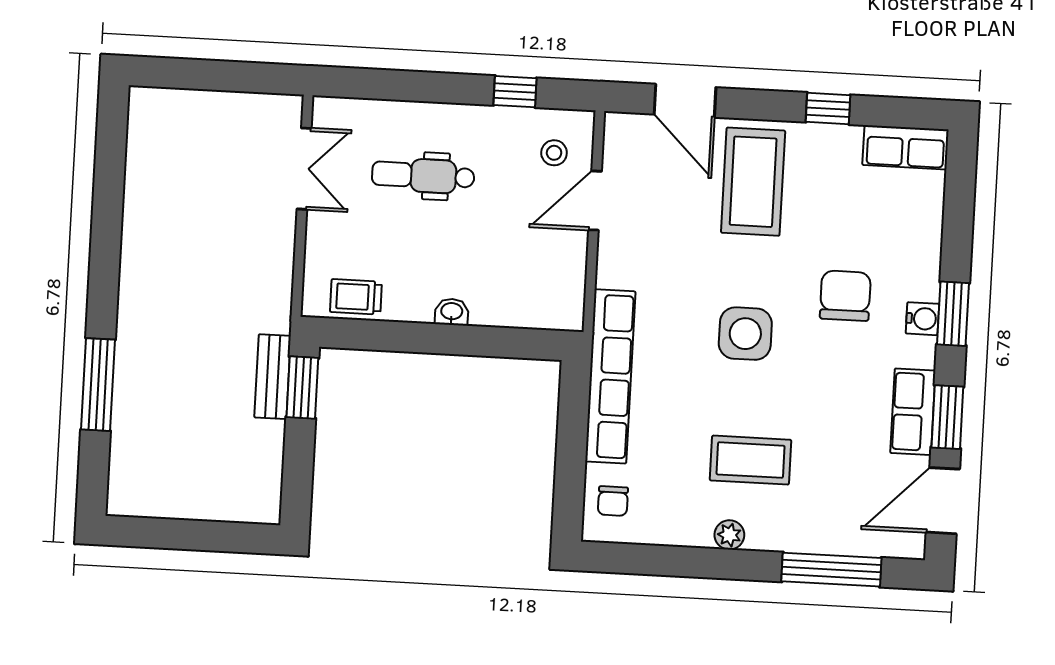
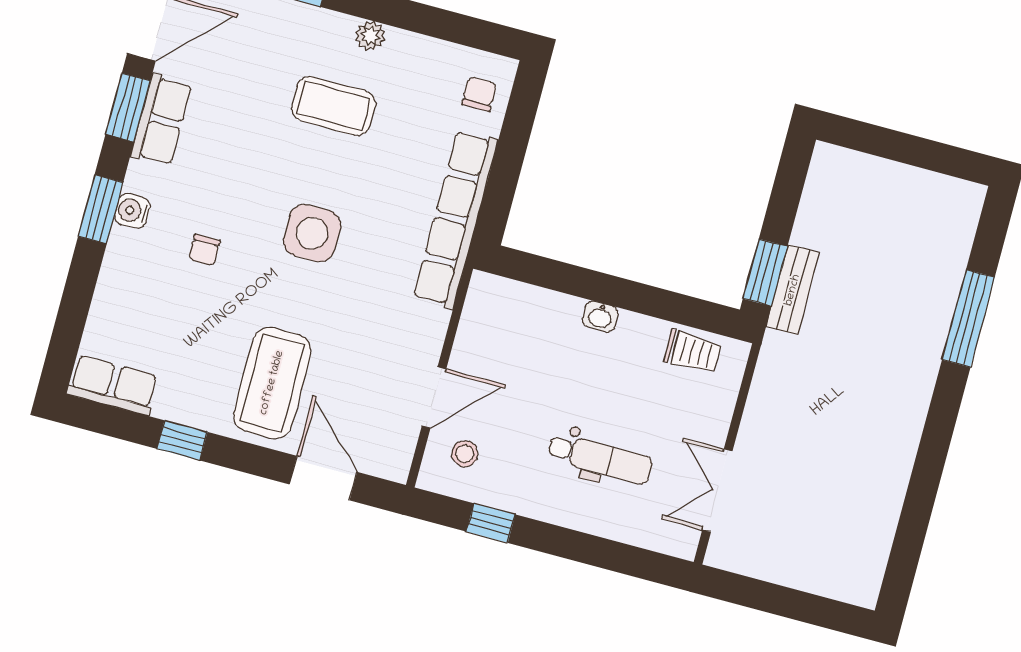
chair: (845, 296) -> (204, 250), width x0.54, depth x0.54

